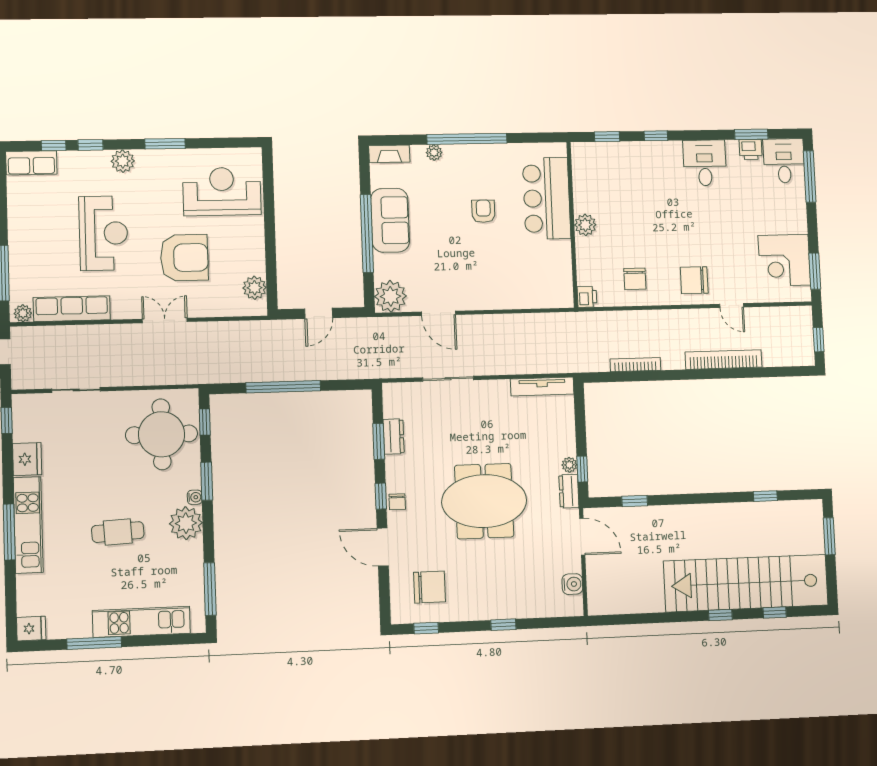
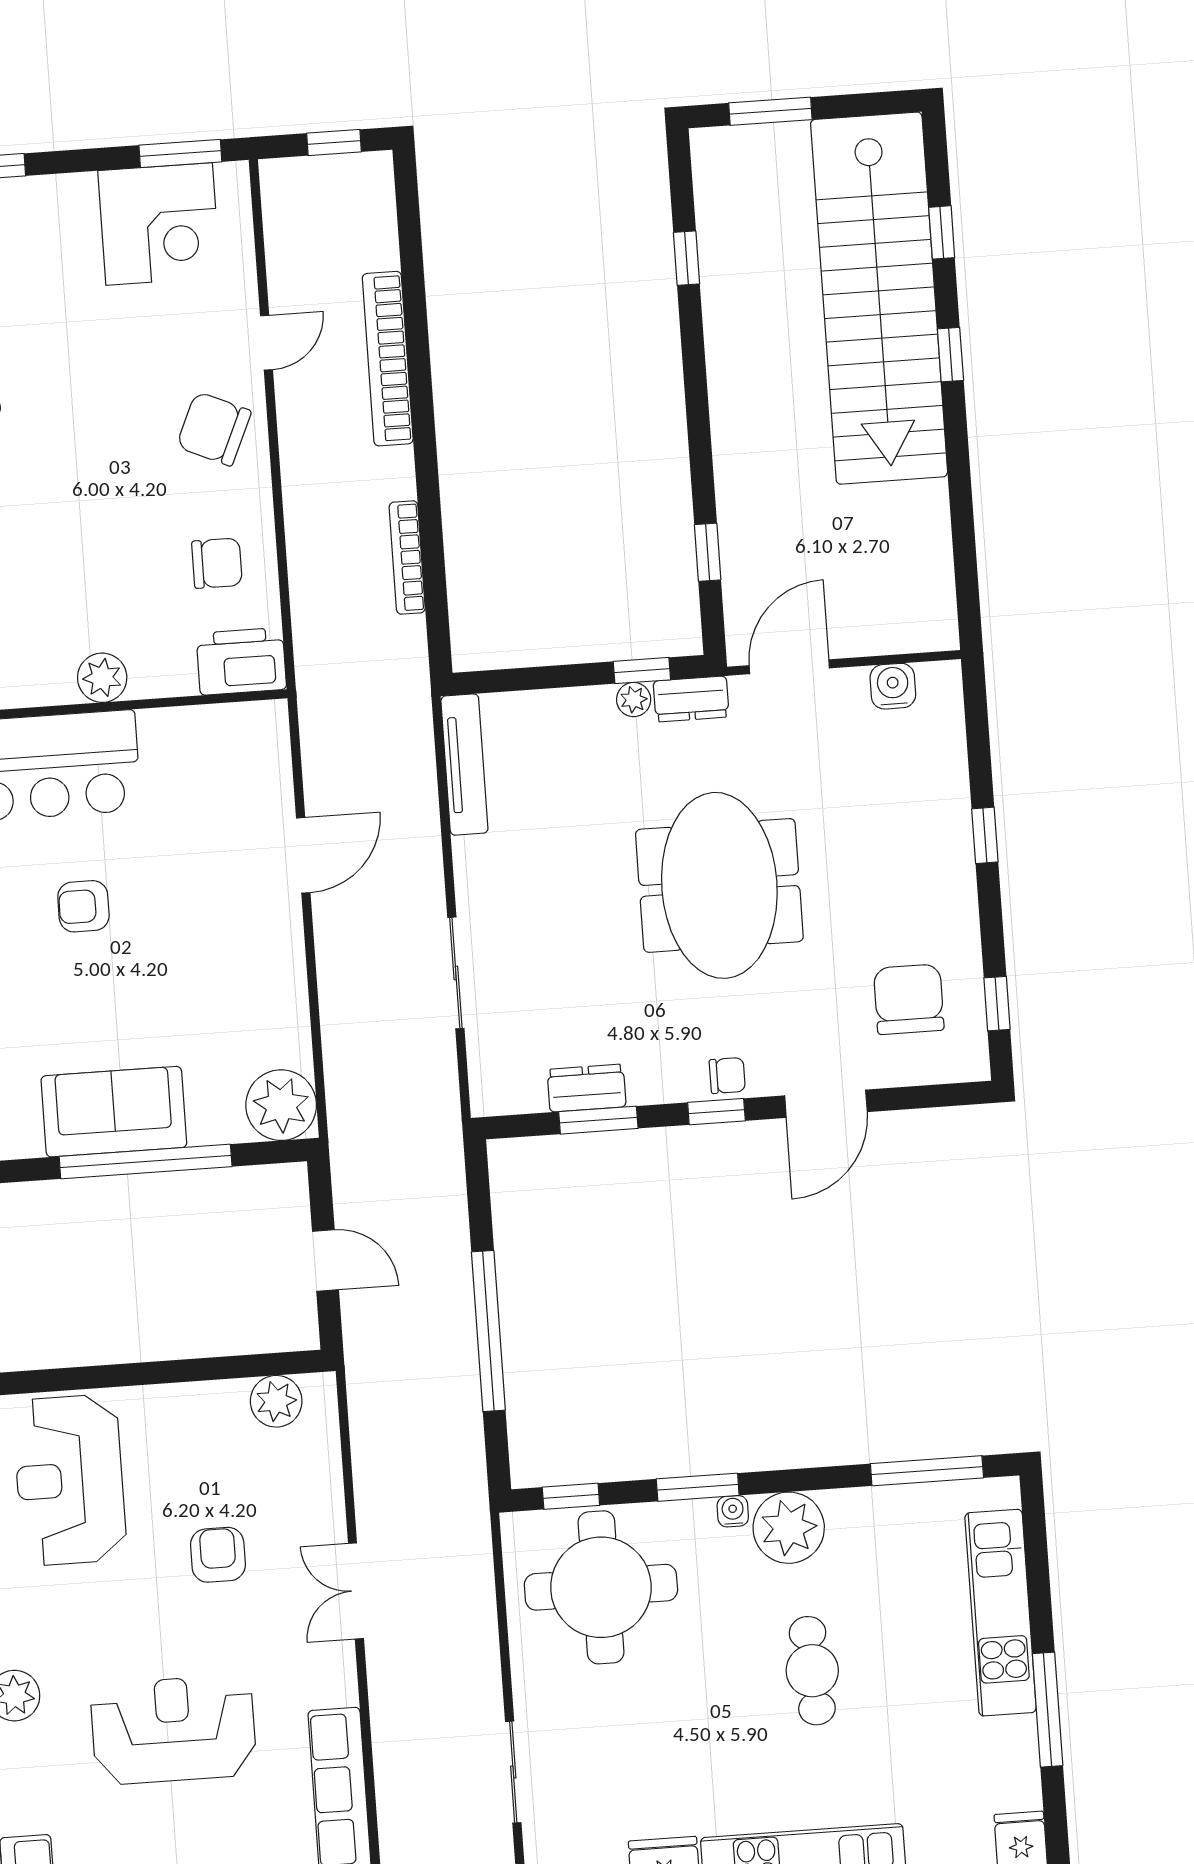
armchair: (184, 258) -> (218, 1555), width x0.53, depth x0.53
chair: (694, 280) -> (214, 429), turned 114
printer: (587, 297) -> (241, 661), width x1.87, depth x1.48
door: (438, 313) -> (303, 855), moved

